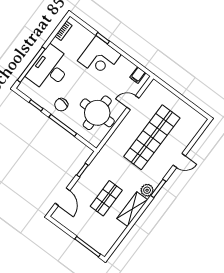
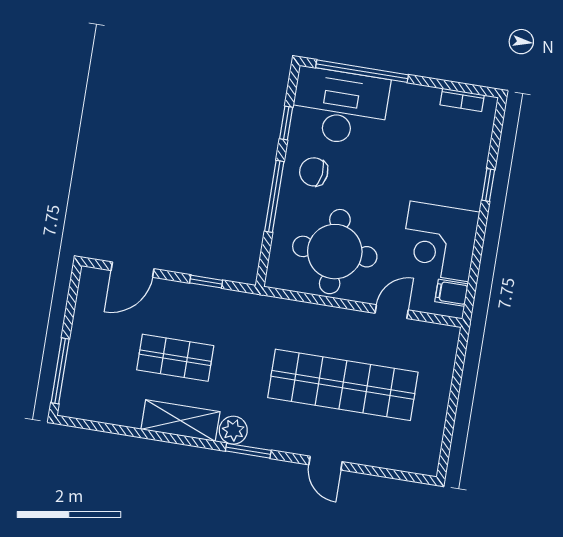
corner desk: (99, 58) -> (439, 241), moved
desk: (50, 69) -> (340, 107), moved
door: (133, 103) -> (392, 312), hinge flipped

